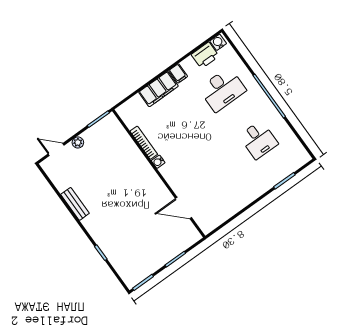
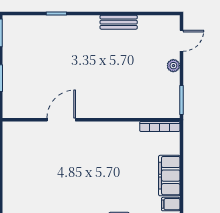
bookcase: (144, 143) -> (160, 126), moved
water cooler: (158, 162) -> (102, 127), removed
door: (184, 208) -> (61, 120), moved

